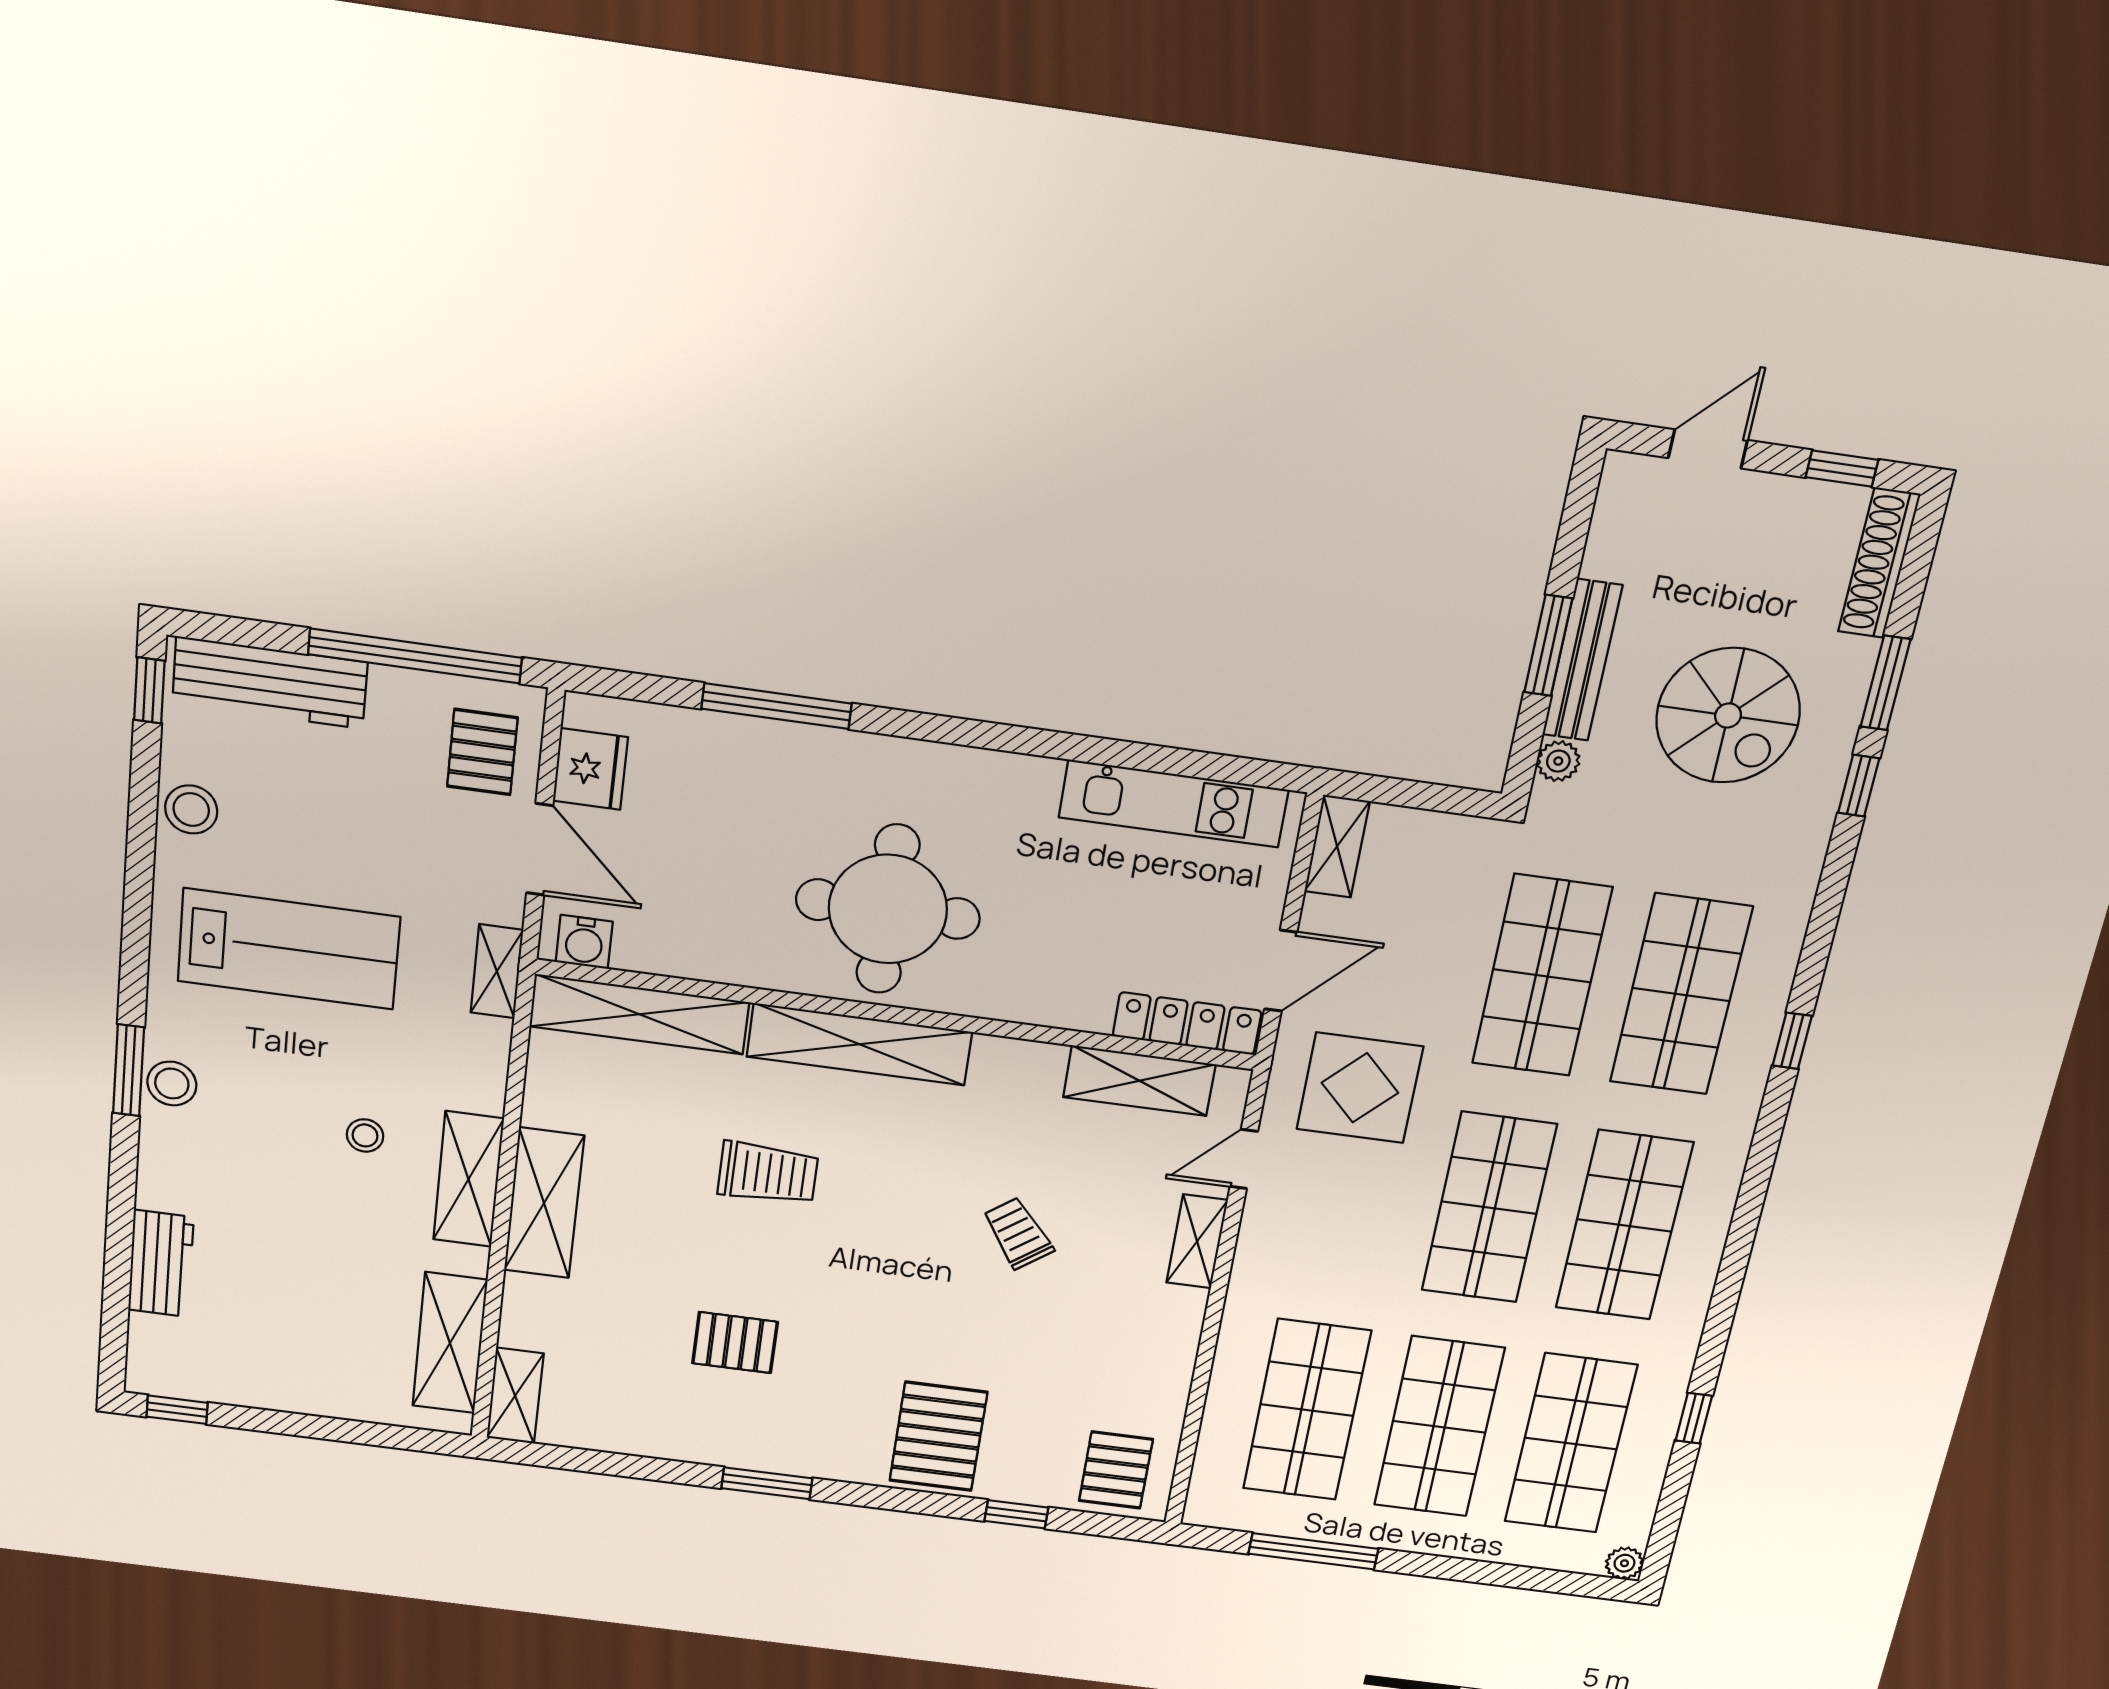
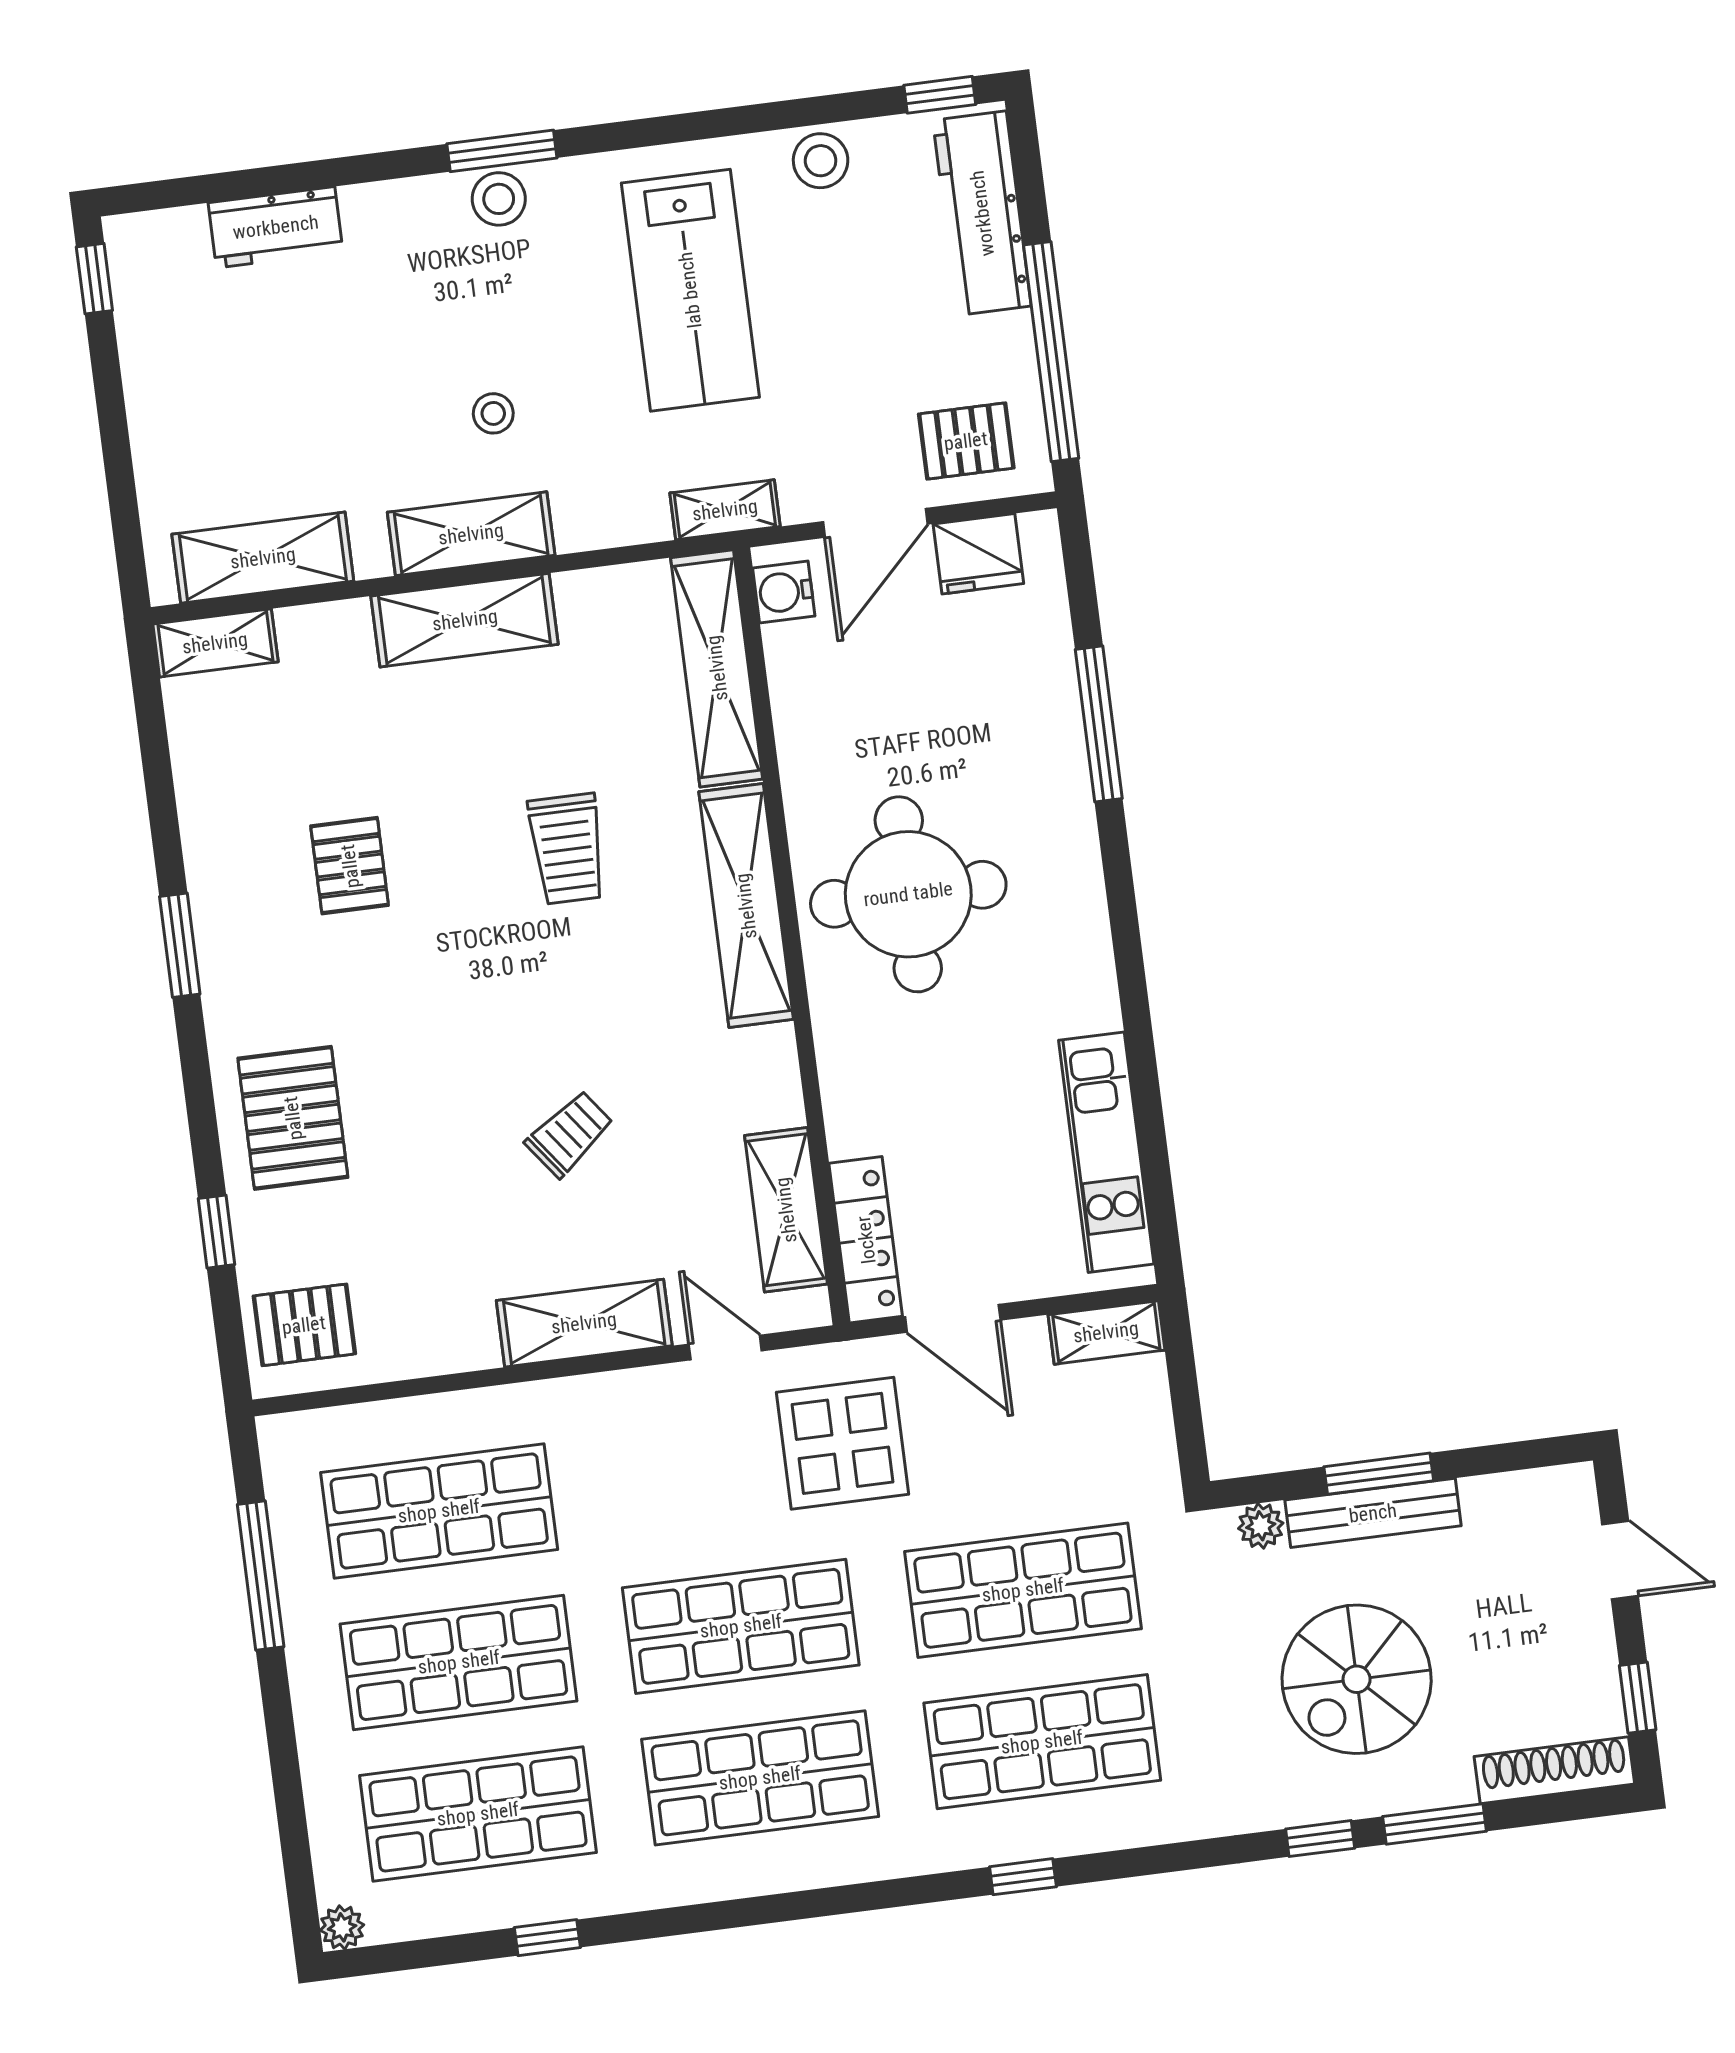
shelving: (1197, 1241) -> (584, 1323), width x1.50, depth x1.33
pallet: (938, 1436) -> (293, 1118), turned 90

